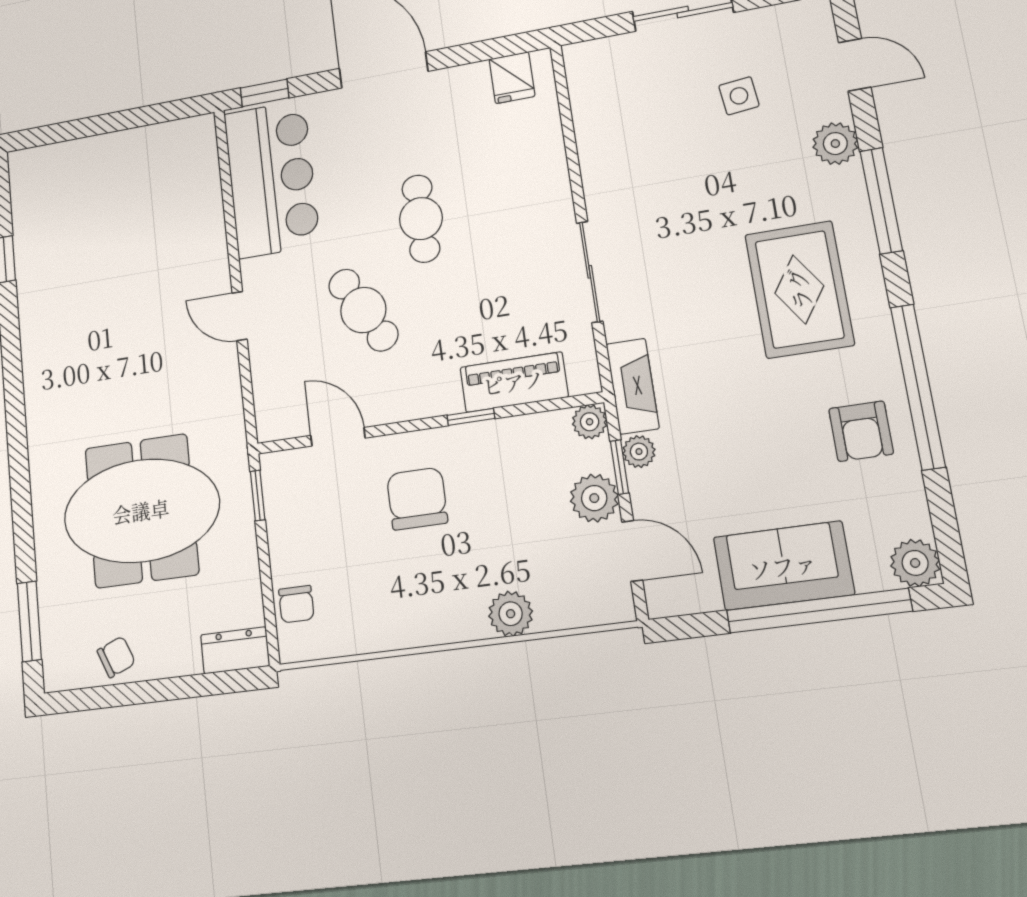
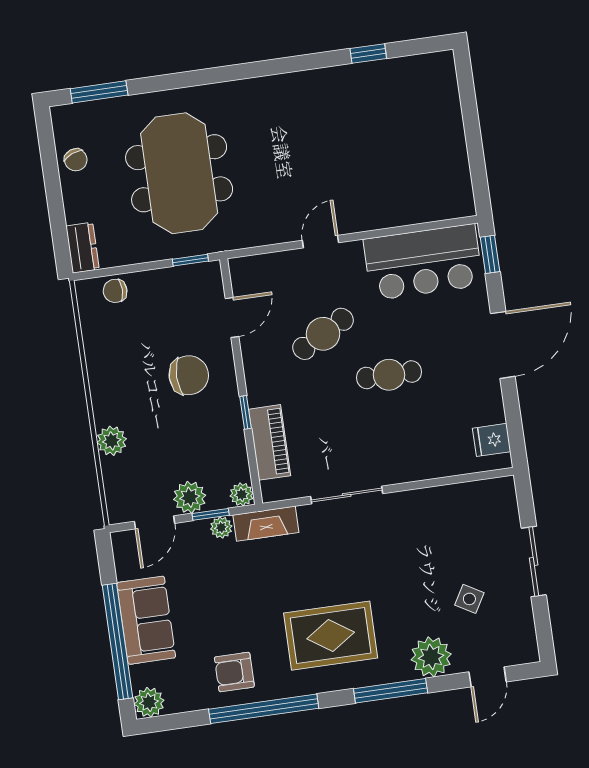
side table: (739, 96) -> (469, 599), turned 36
plant: (835, 144) -> (431, 657), width x1.36, depth x1.36

